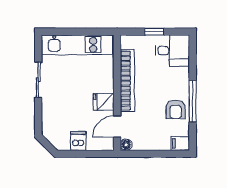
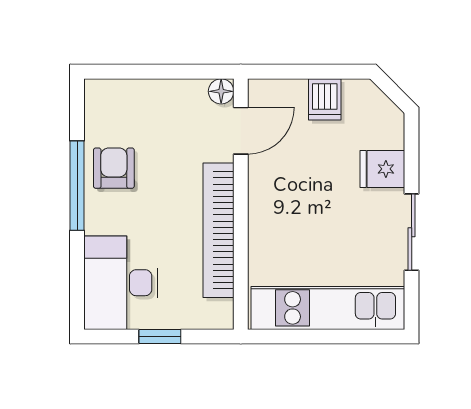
desk: (172, 51) -> (121, 283), width x1.37
fridge: (104, 102) -> (382, 169), moved, turned 180
filing cabinet: (180, 143) -> (104, 94), removed

